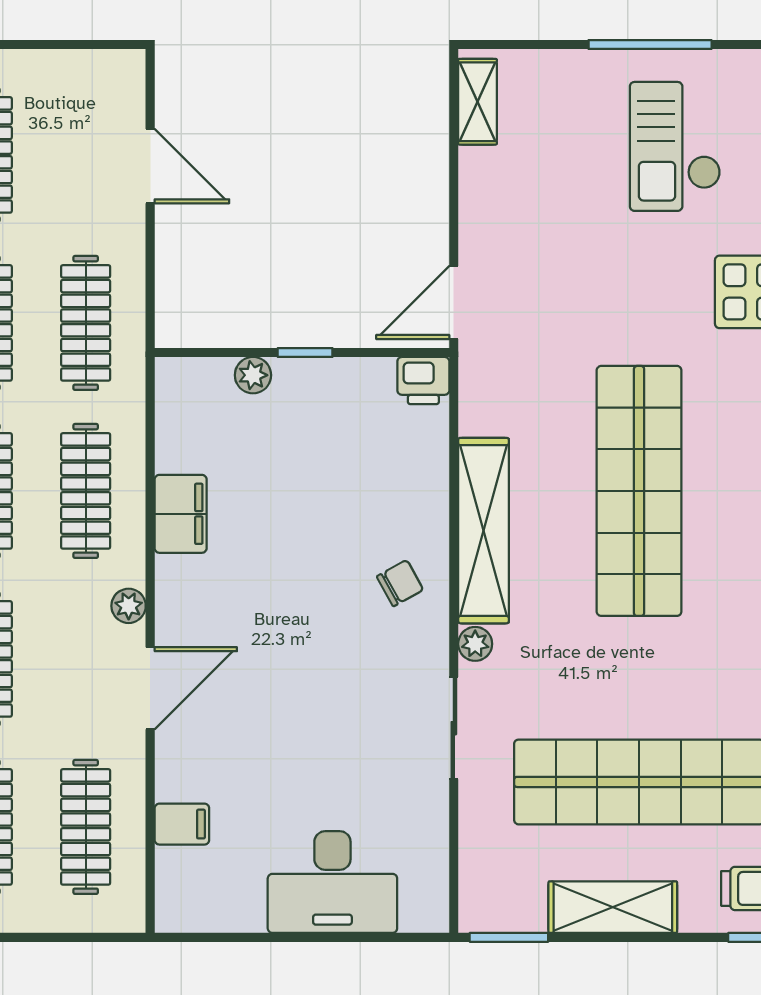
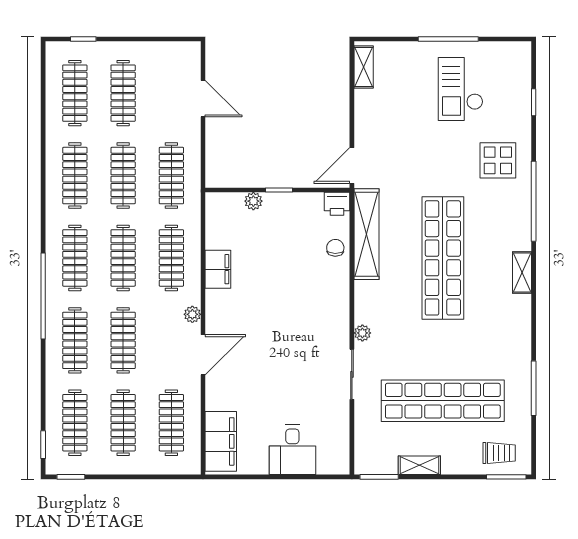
shelving: (484, 531) -> (367, 234), moved
chair: (400, 583) -> (335, 248), moved, turned -60
filing cabinet: (182, 824) -> (221, 441), width x3.00, depth x1.17
desk: (332, 882) -> (292, 450), width x0.73
shelving: (613, 907) -> (419, 465), width x0.67, depth x0.75

